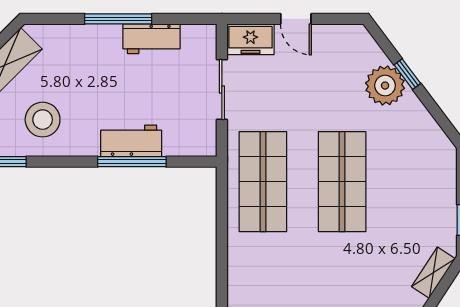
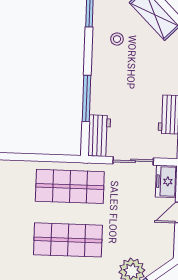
stool: (43, 120) -> (117, 39), width x0.53, depth x0.53
workbench: (131, 141) -> (99, 136), moved

